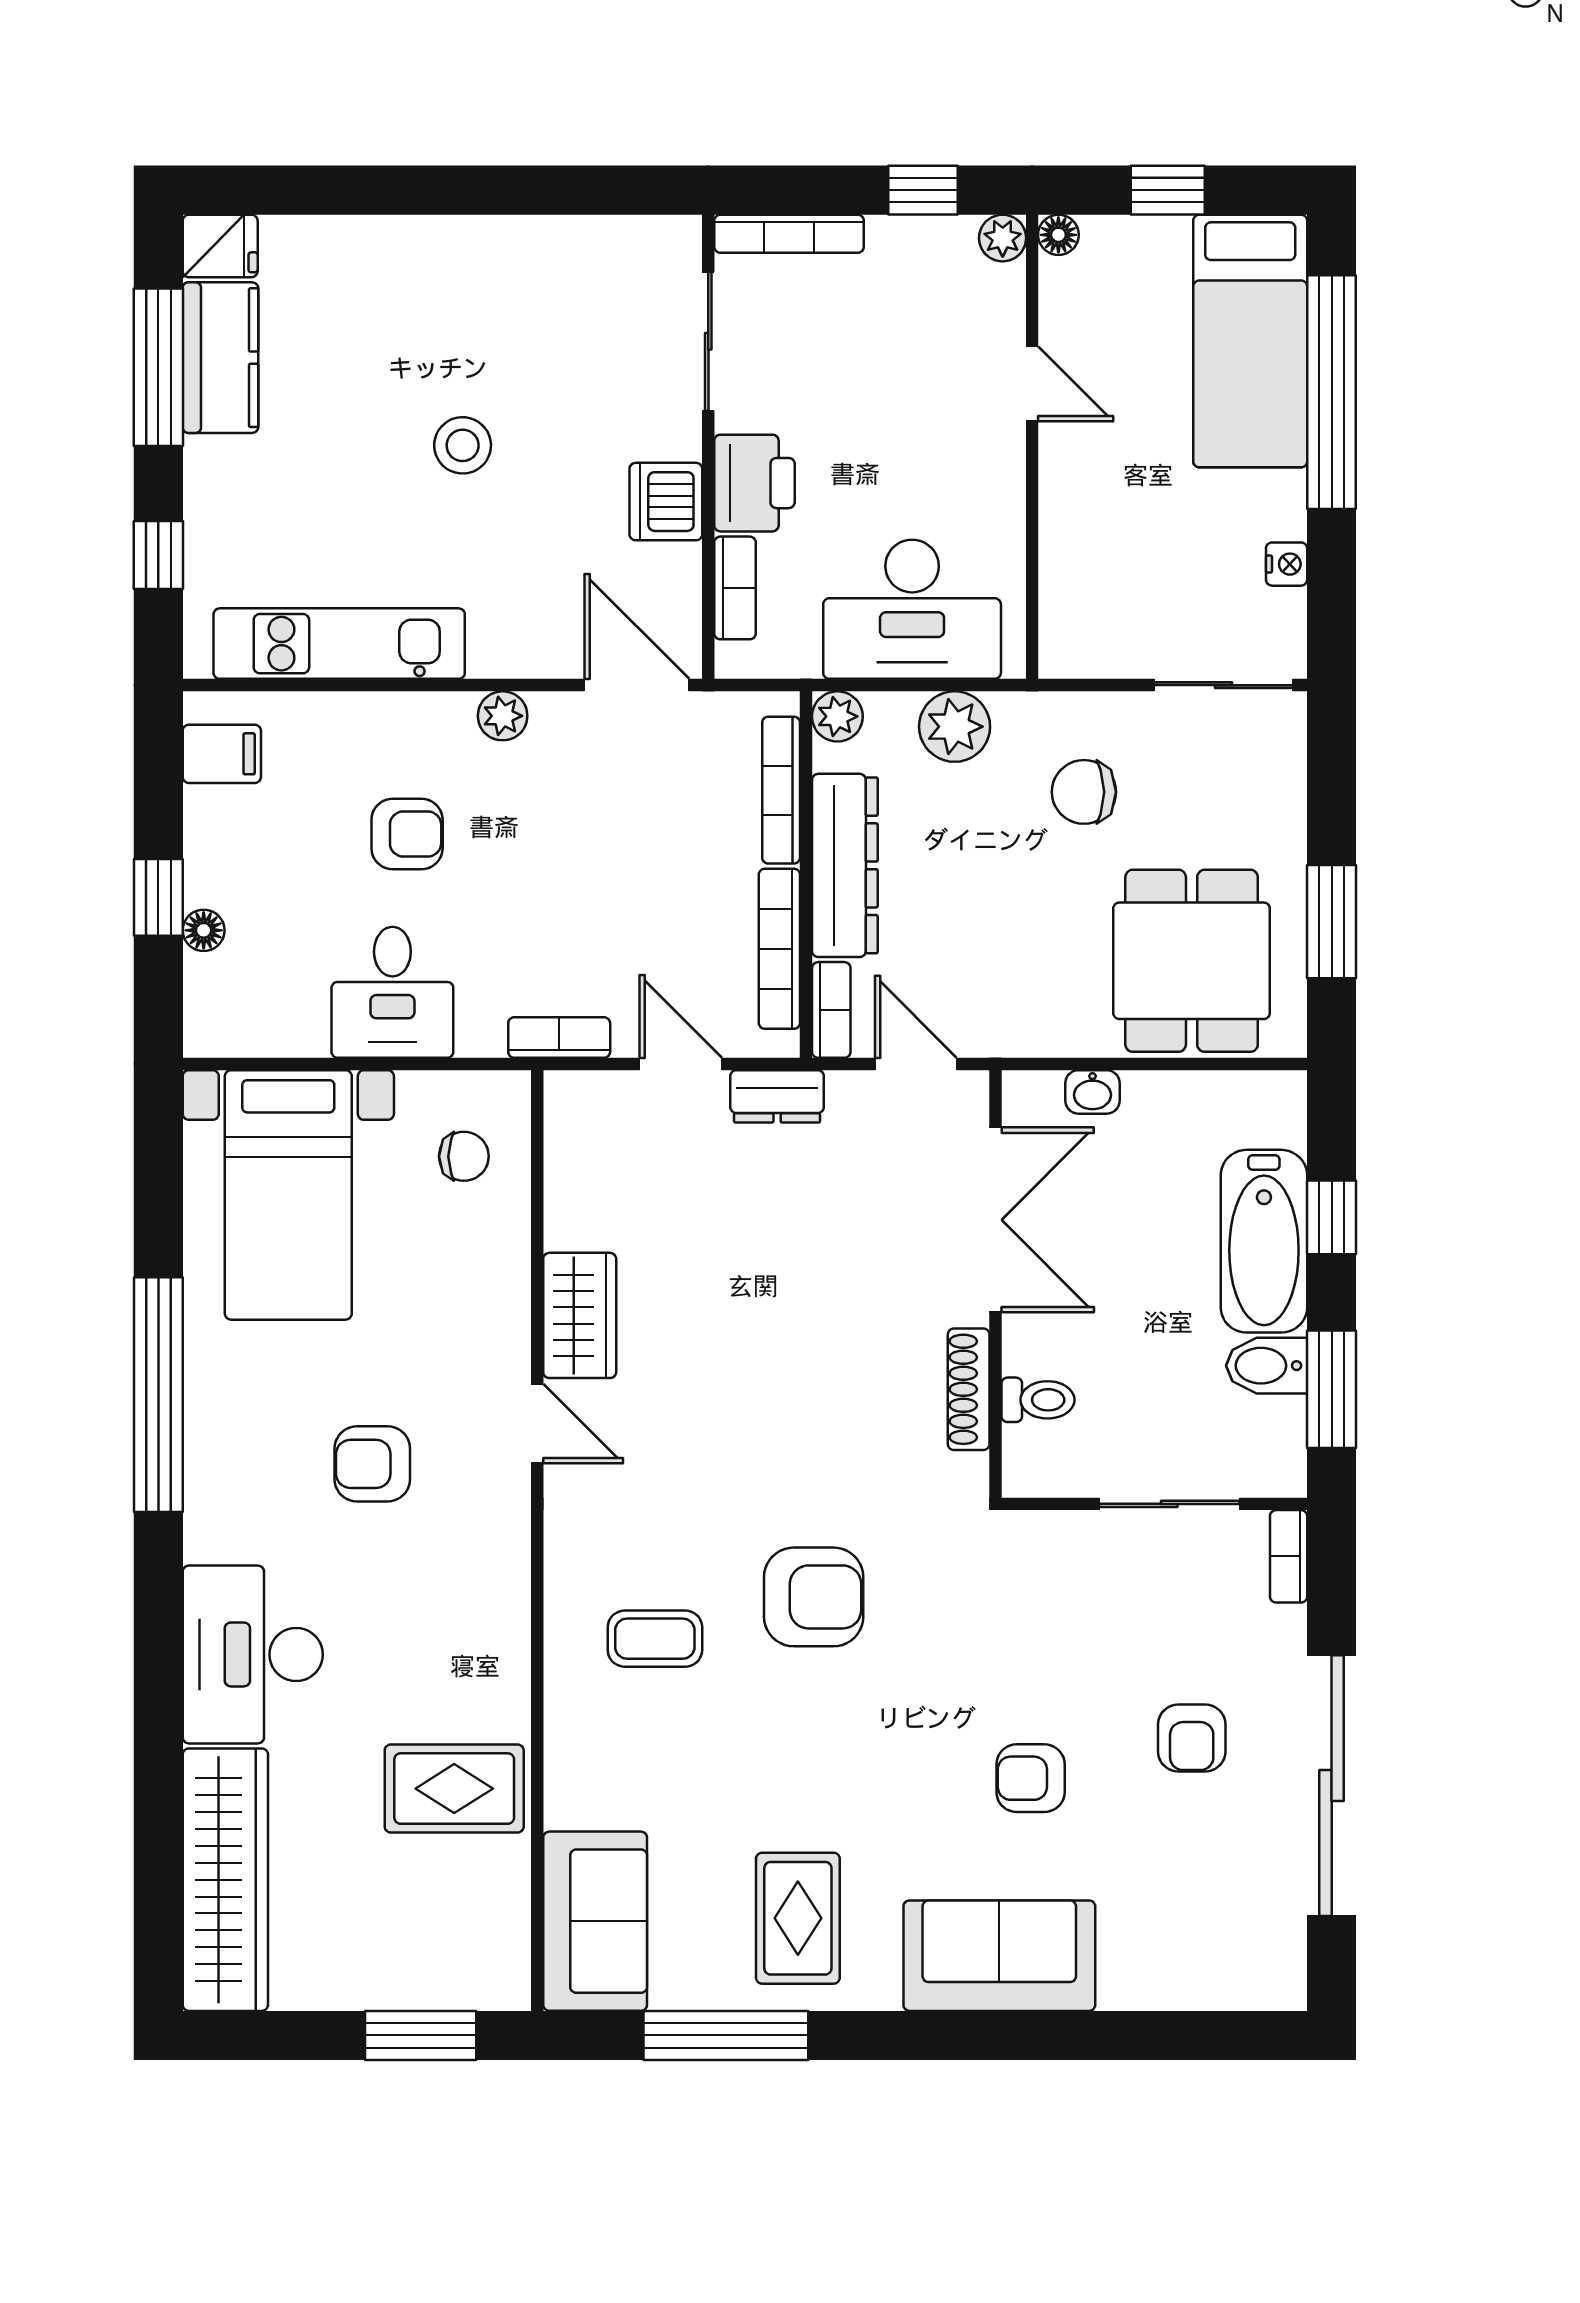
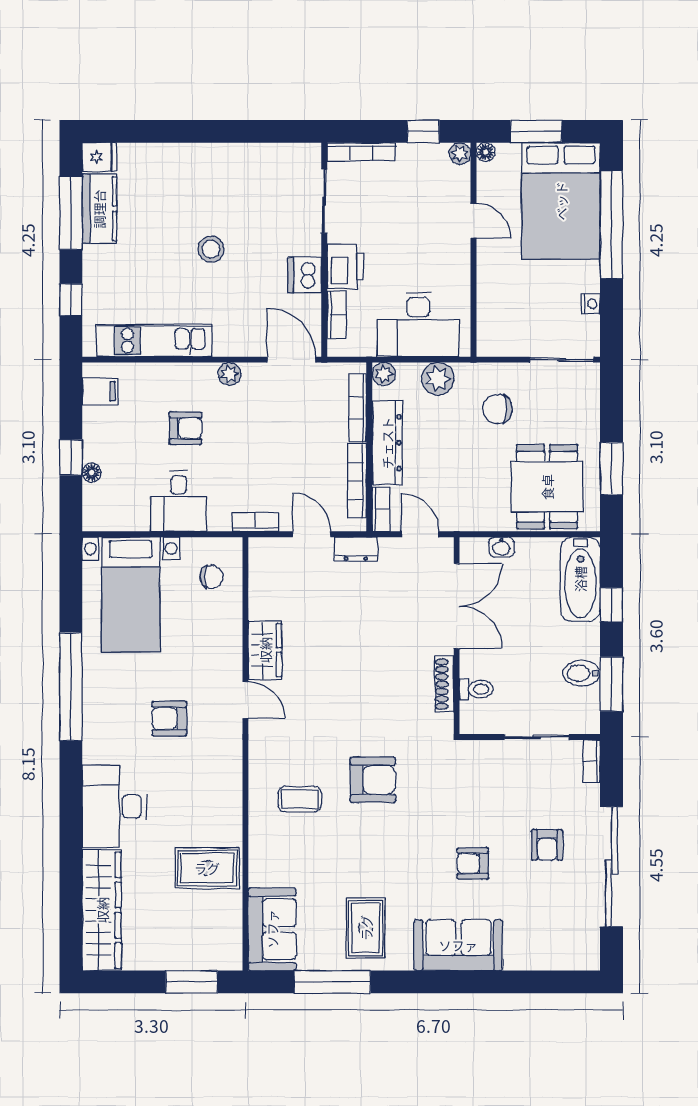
window: (1168, 190) -> (536, 131), width x1.50
bed: (1250, 341) -> (561, 201), width x1.50
bathtub: (1264, 1241) -> (580, 579), moved

